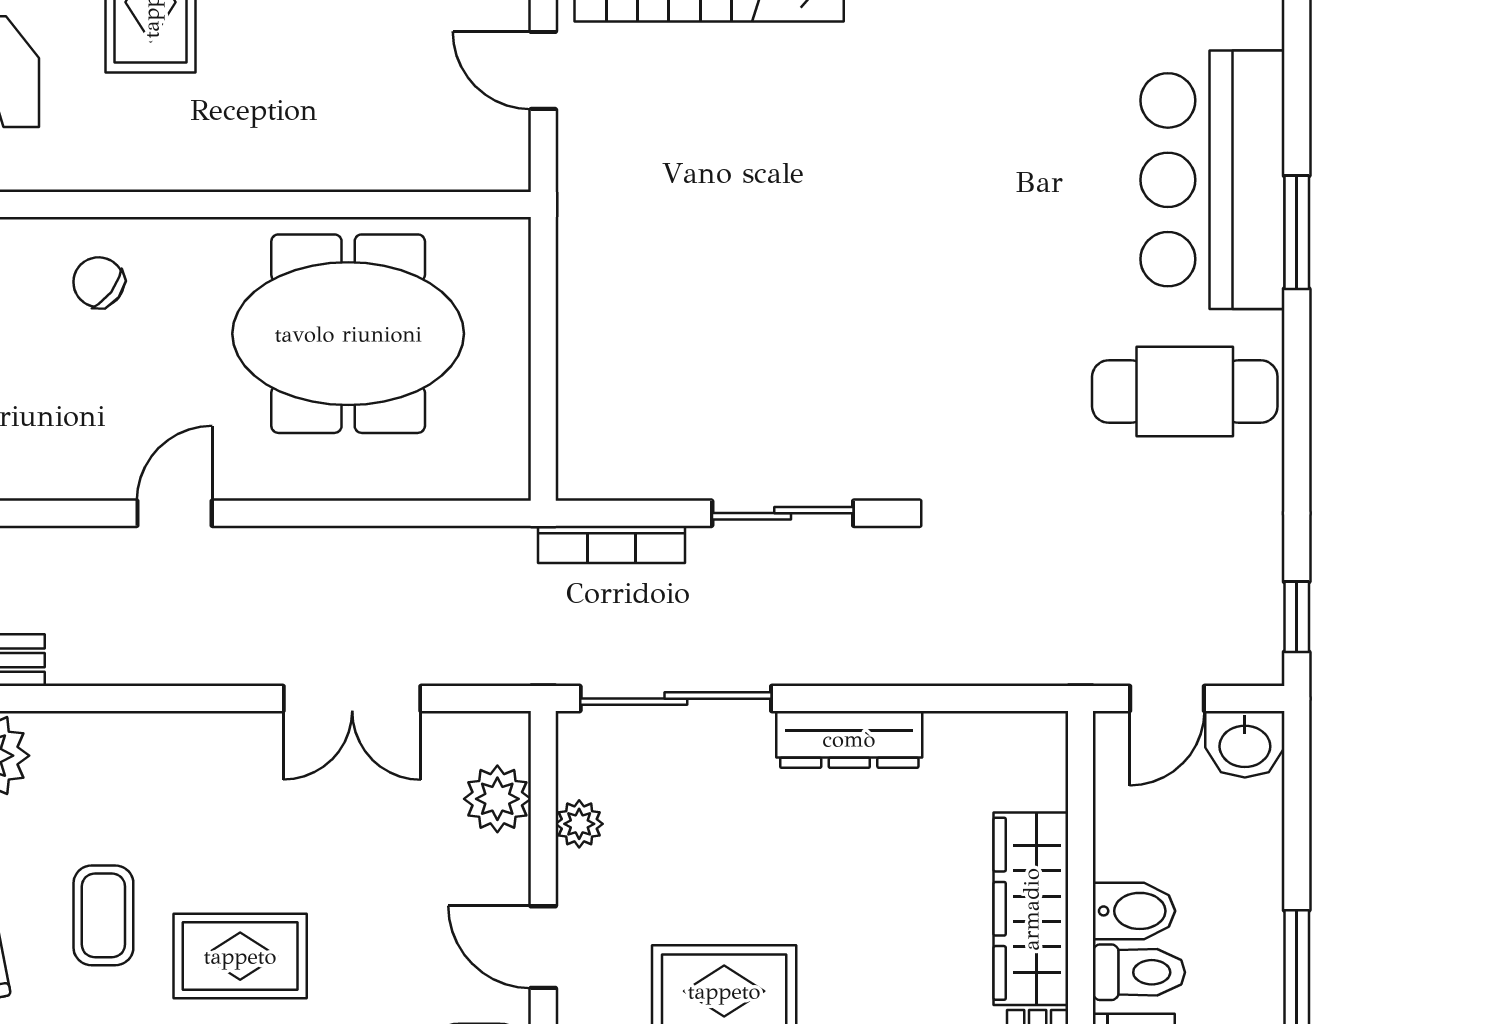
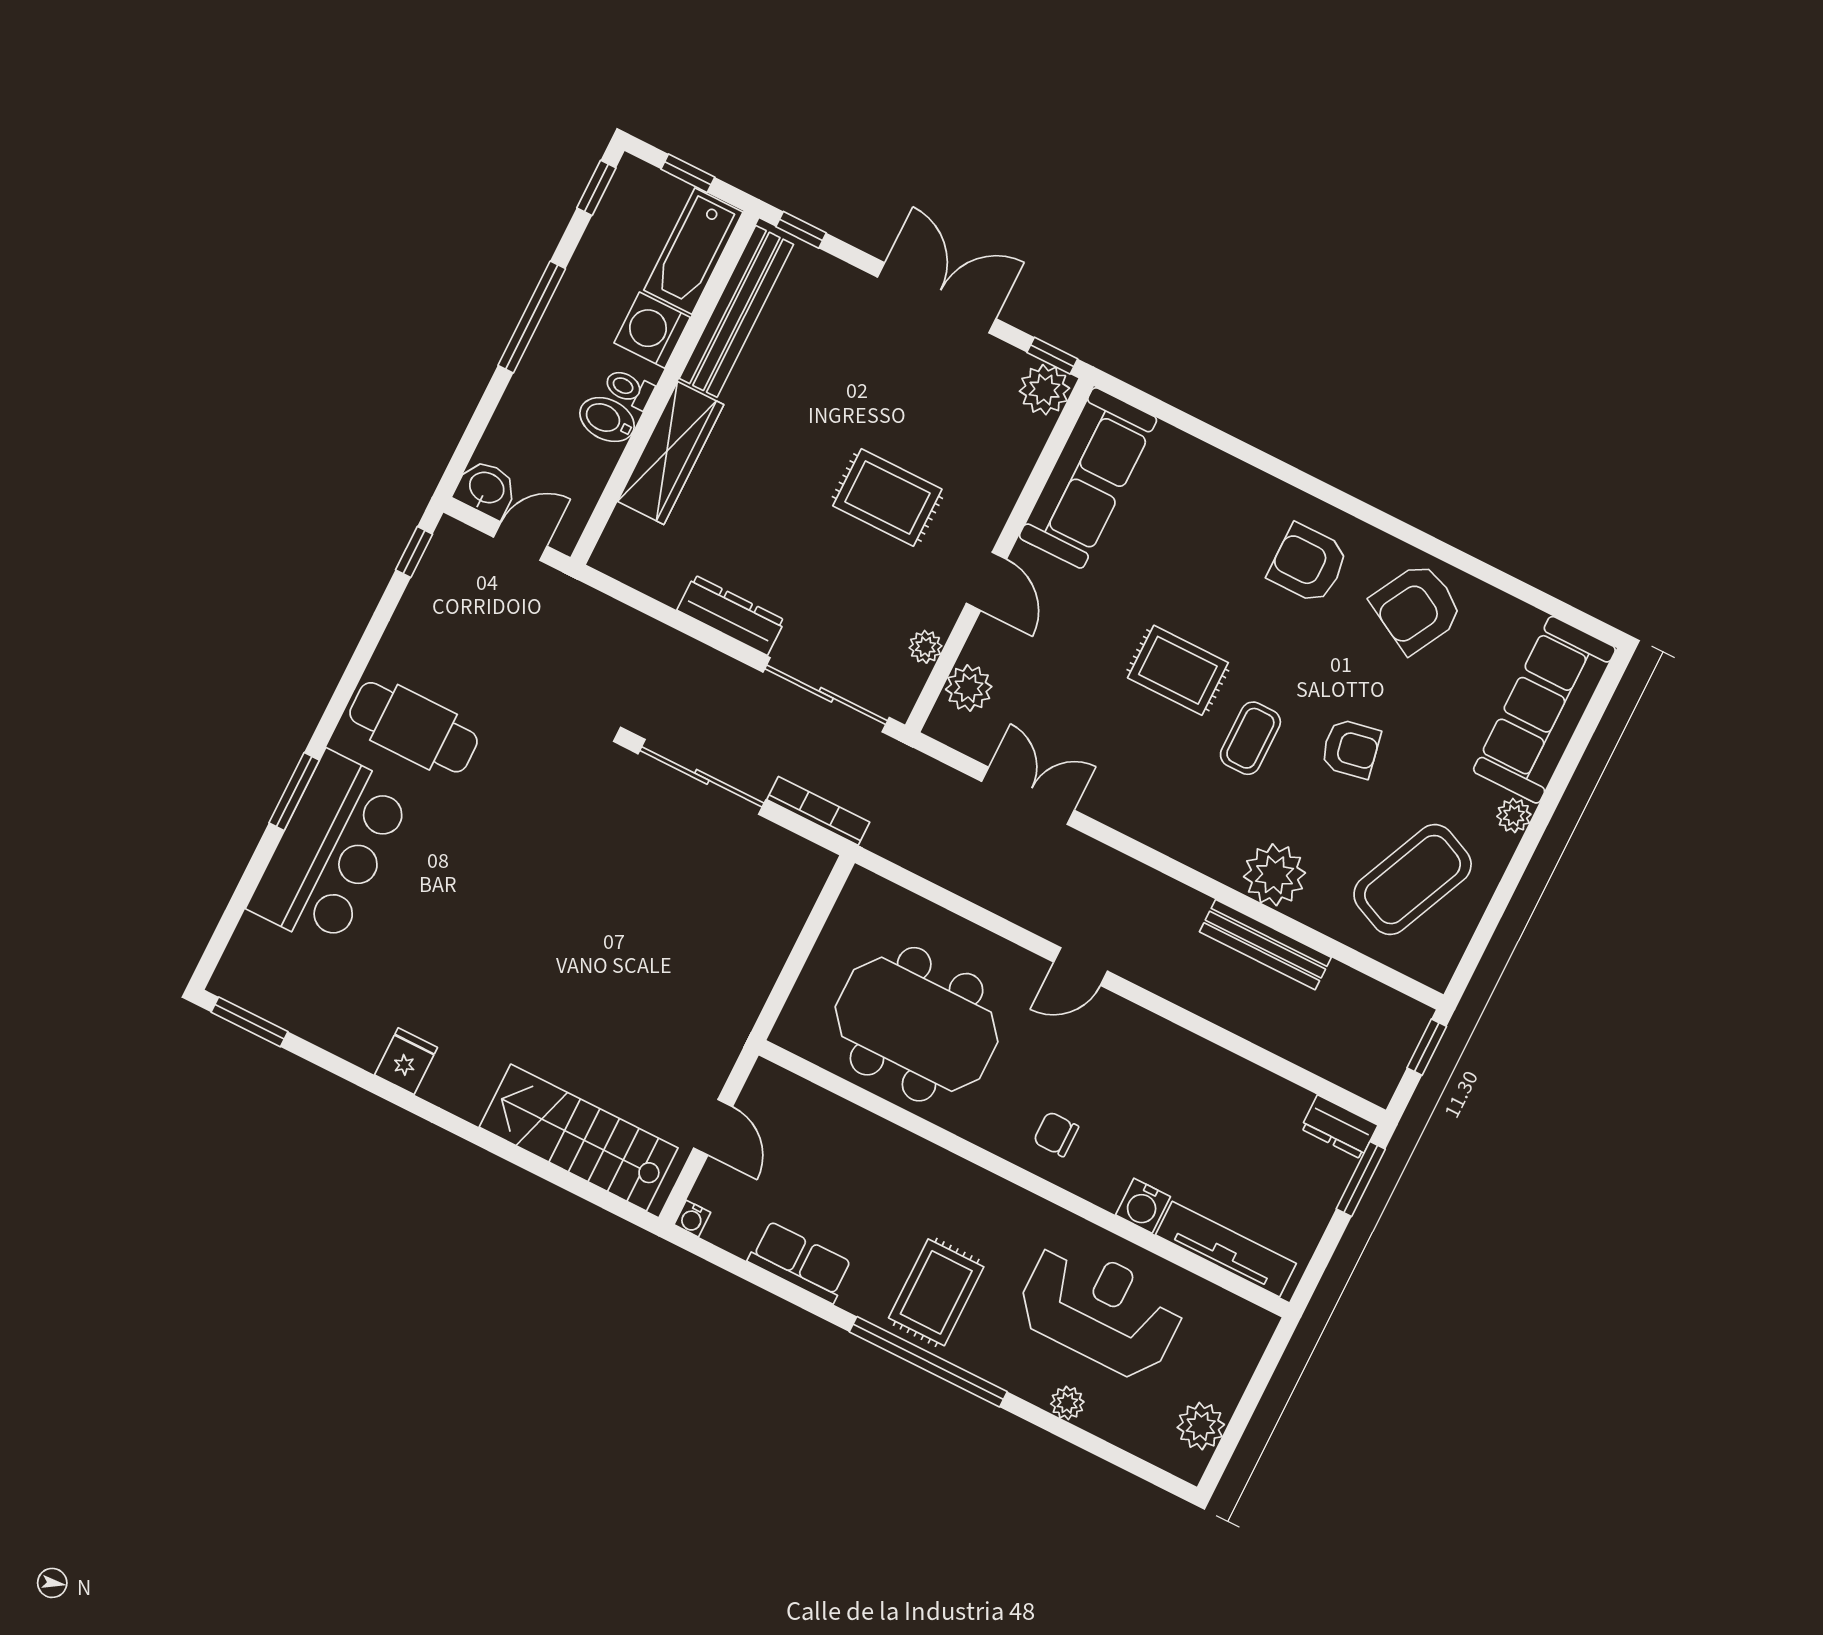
chair: (99, 282) -> (1056, 1134), turned 143
sliding door: (783, 513) -> (702, 777), width x1.37
toilet: (1139, 972) -> (629, 389), width x0.73, depth x0.72

